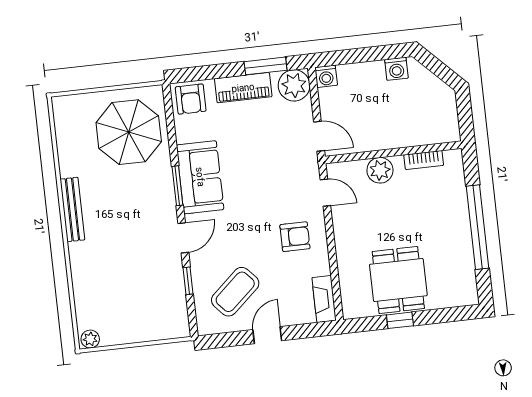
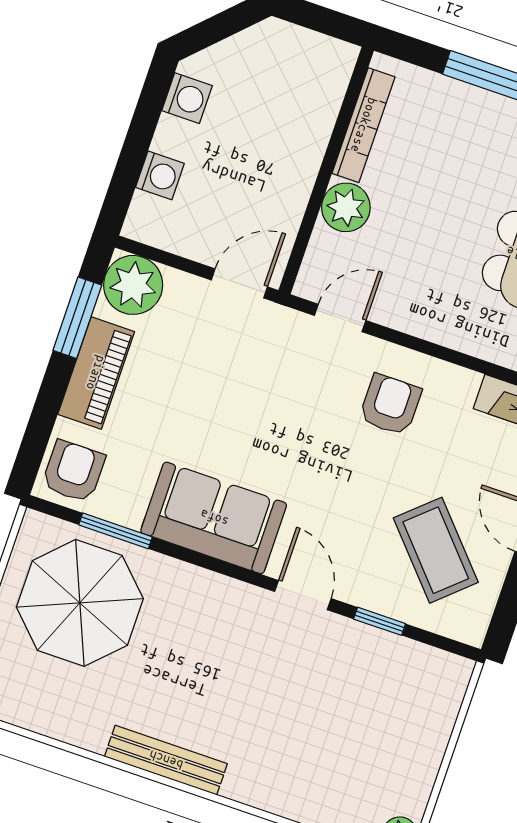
washing machine: (326, 76) -> (160, 175), moved
armchair: (191, 99) -> (73, 471), turned -90
bookcase: (424, 160) -> (364, 125), width x1.56
window: (177, 186) -> (116, 531), moved

